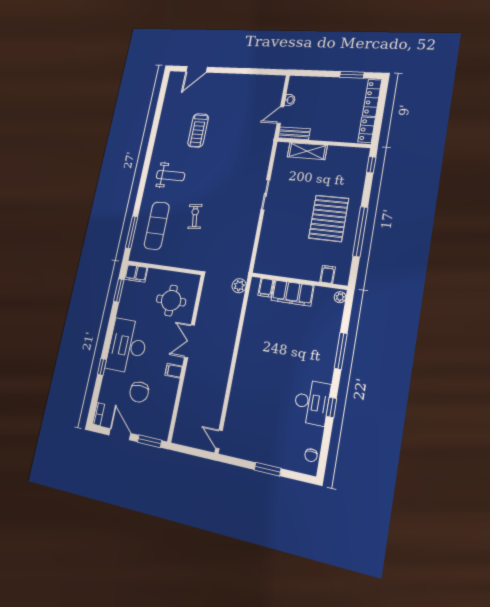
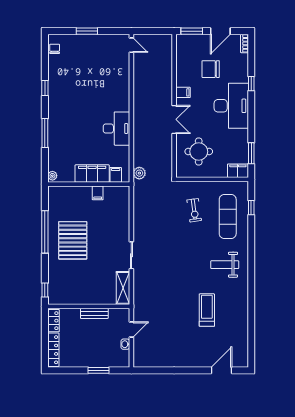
window: (352, 75) -> (99, 370), moved
bench: (294, 133) -> (94, 313), moved
shelving: (307, 151) -> (123, 288), moved, turned 90
exercise bike: (195, 216) -> (194, 210), moved
window: (132, 232) -> (251, 208), width x0.46
filing cabinet: (328, 274) -> (98, 193), moved
chair: (139, 392) -> (211, 69), turned -90
desk: (312, 402) -> (116, 129), moved, turned 180
door: (120, 434) -> (220, 31), hinge flipped

